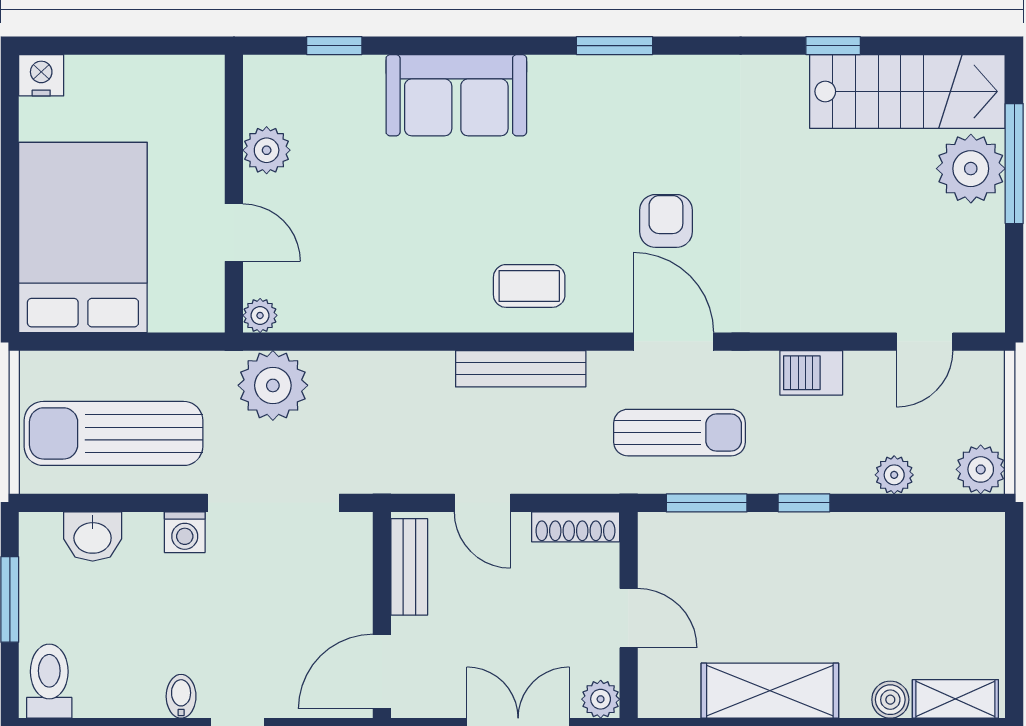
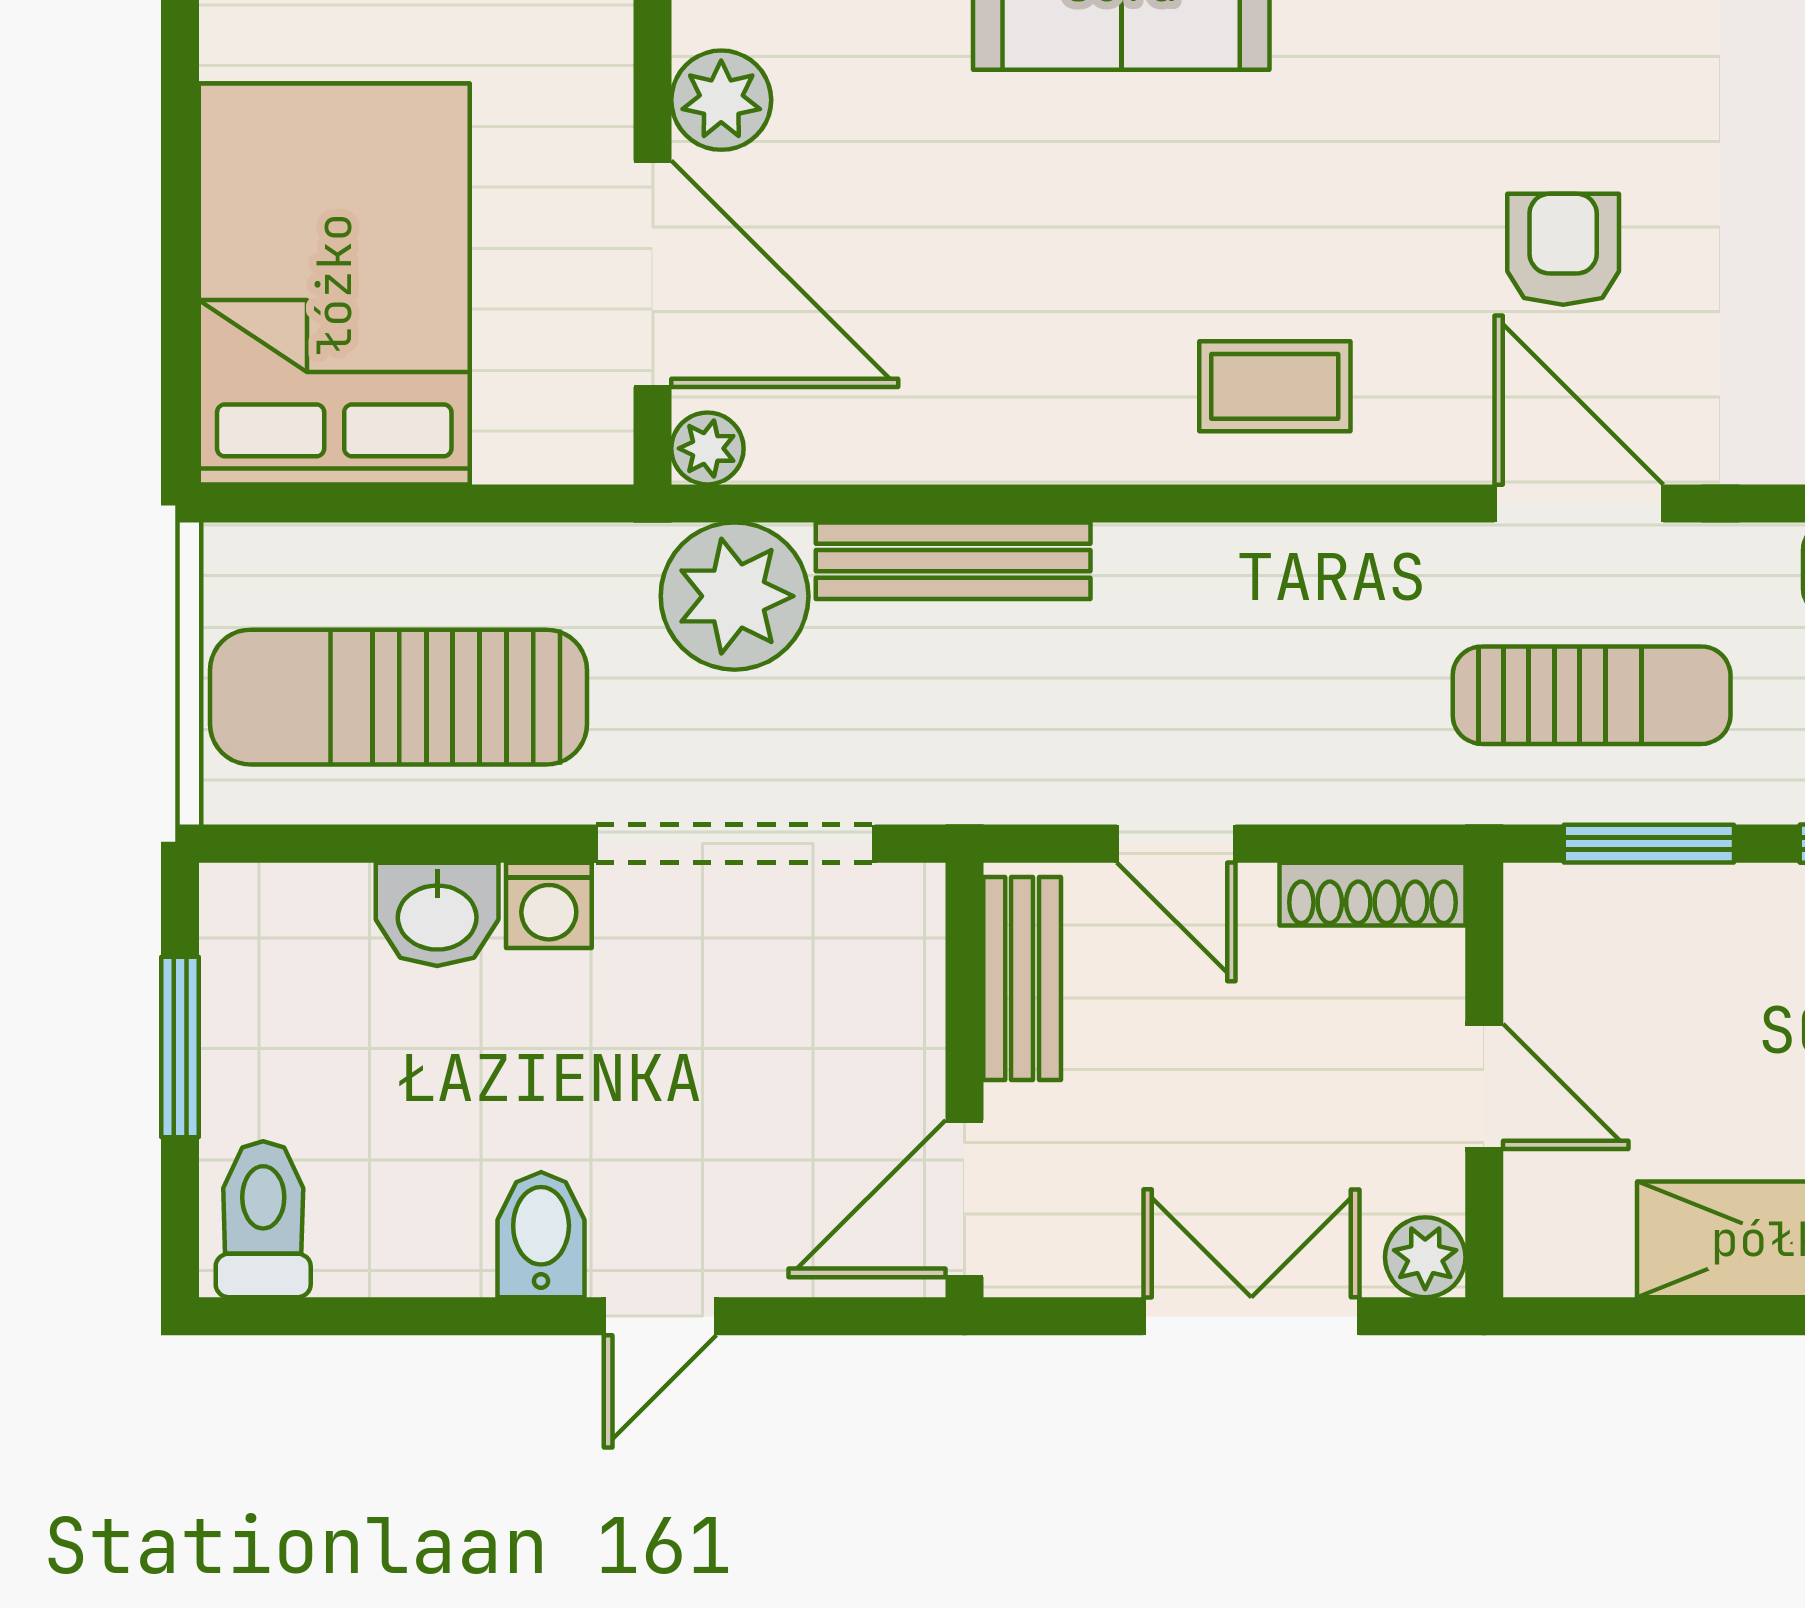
door: (234, 233) -> (653, 274), width x1.88
bench: (521, 369) -> (953, 561), moved
washbasin: (93, 537) -> (437, 914), moved
bidet: (181, 696) -> (541, 1235), width x1.38, depth x1.36

